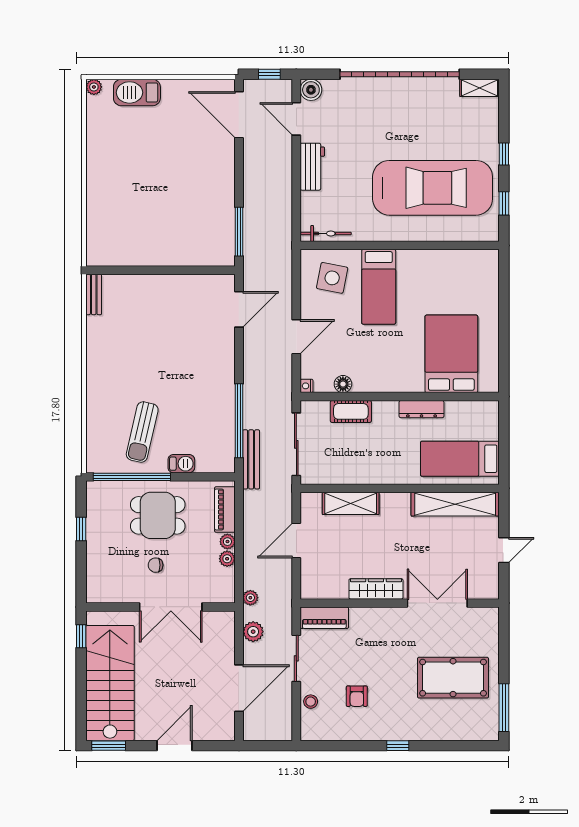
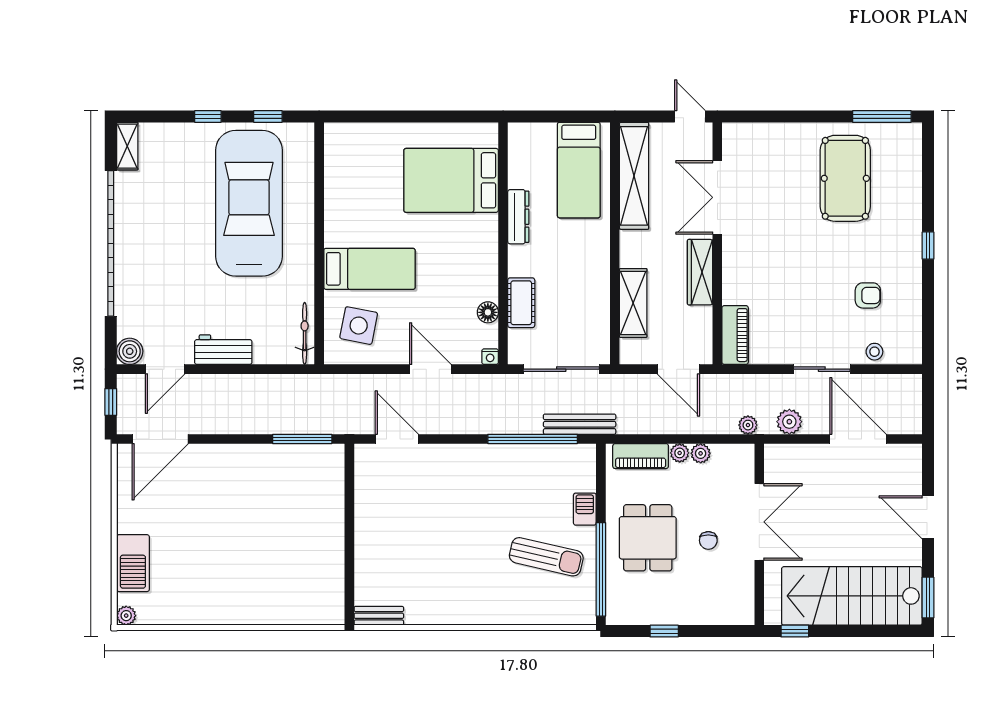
wardrobe: (376, 589) -> (700, 272), moved
wall: (400, 603) -> (717, 243), moved
double door: (437, 603) -> (717, 197), moved
piano: (324, 618) -> (735, 335), moved

